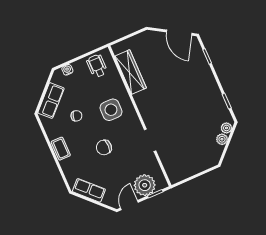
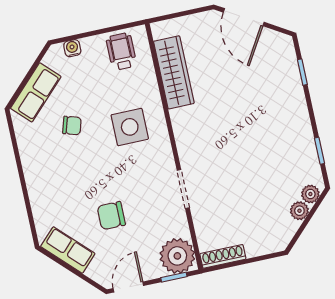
door: (179, 33) -> (244, 17), moved
chair: (104, 147) -> (111, 216), moved
coffee table: (61, 149) -> (36, 173), removed
shoe rack: (182, 176) -> (223, 256), added
plant: (145, 185) -> (177, 256), moved

